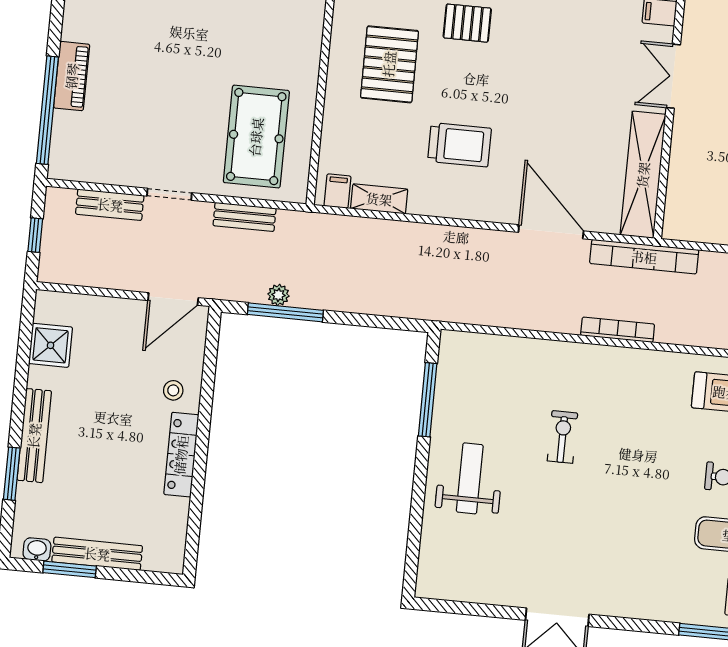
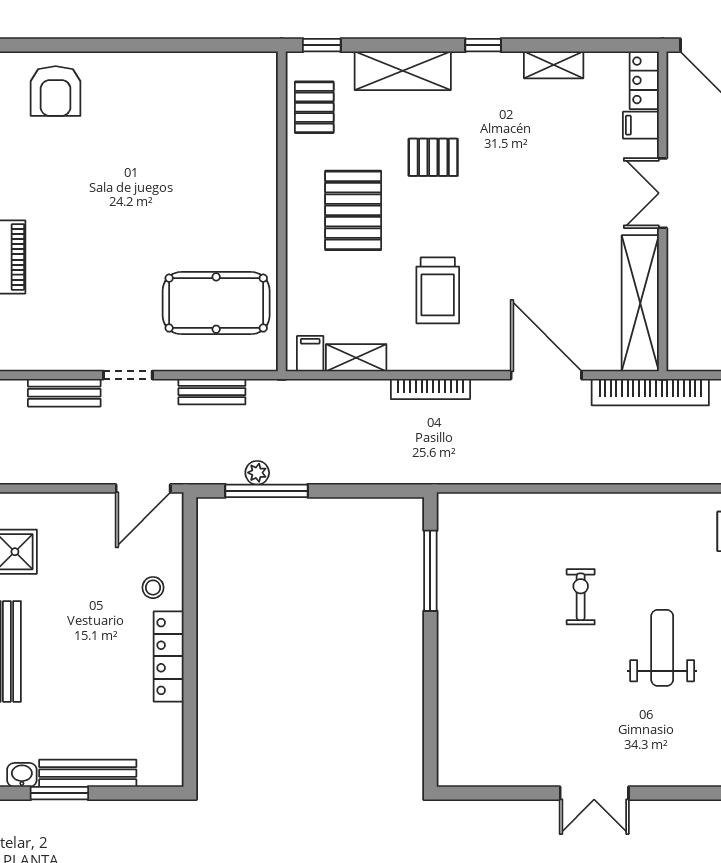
pool table: (256, 137) -> (216, 303), turned 90
trolley: (459, 145) -> (438, 290), turned 90
bookcase: (618, 330) -> (430, 389), moved, turned 180
weight bench: (470, 478) -> (662, 648), moved

